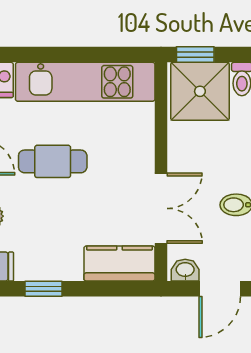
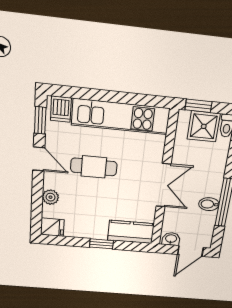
shower: (200, 91) -> (204, 126), width x0.73, depth x0.73
double door: (161, 208) -> (164, 185), moved
window: (43, 289) -> (101, 244), moved

